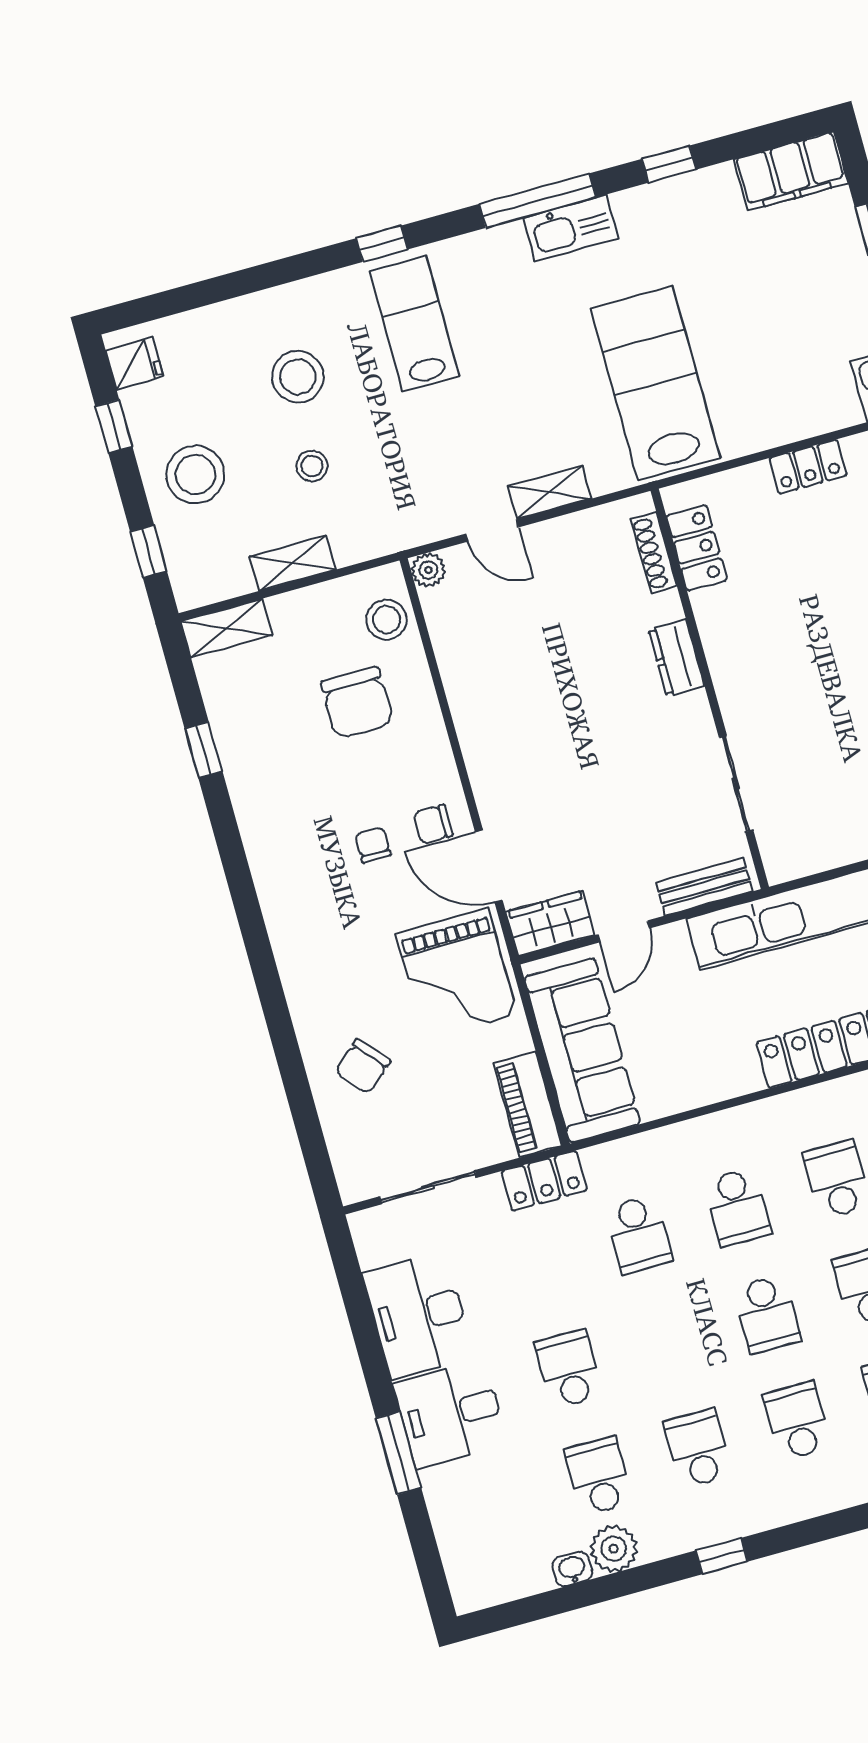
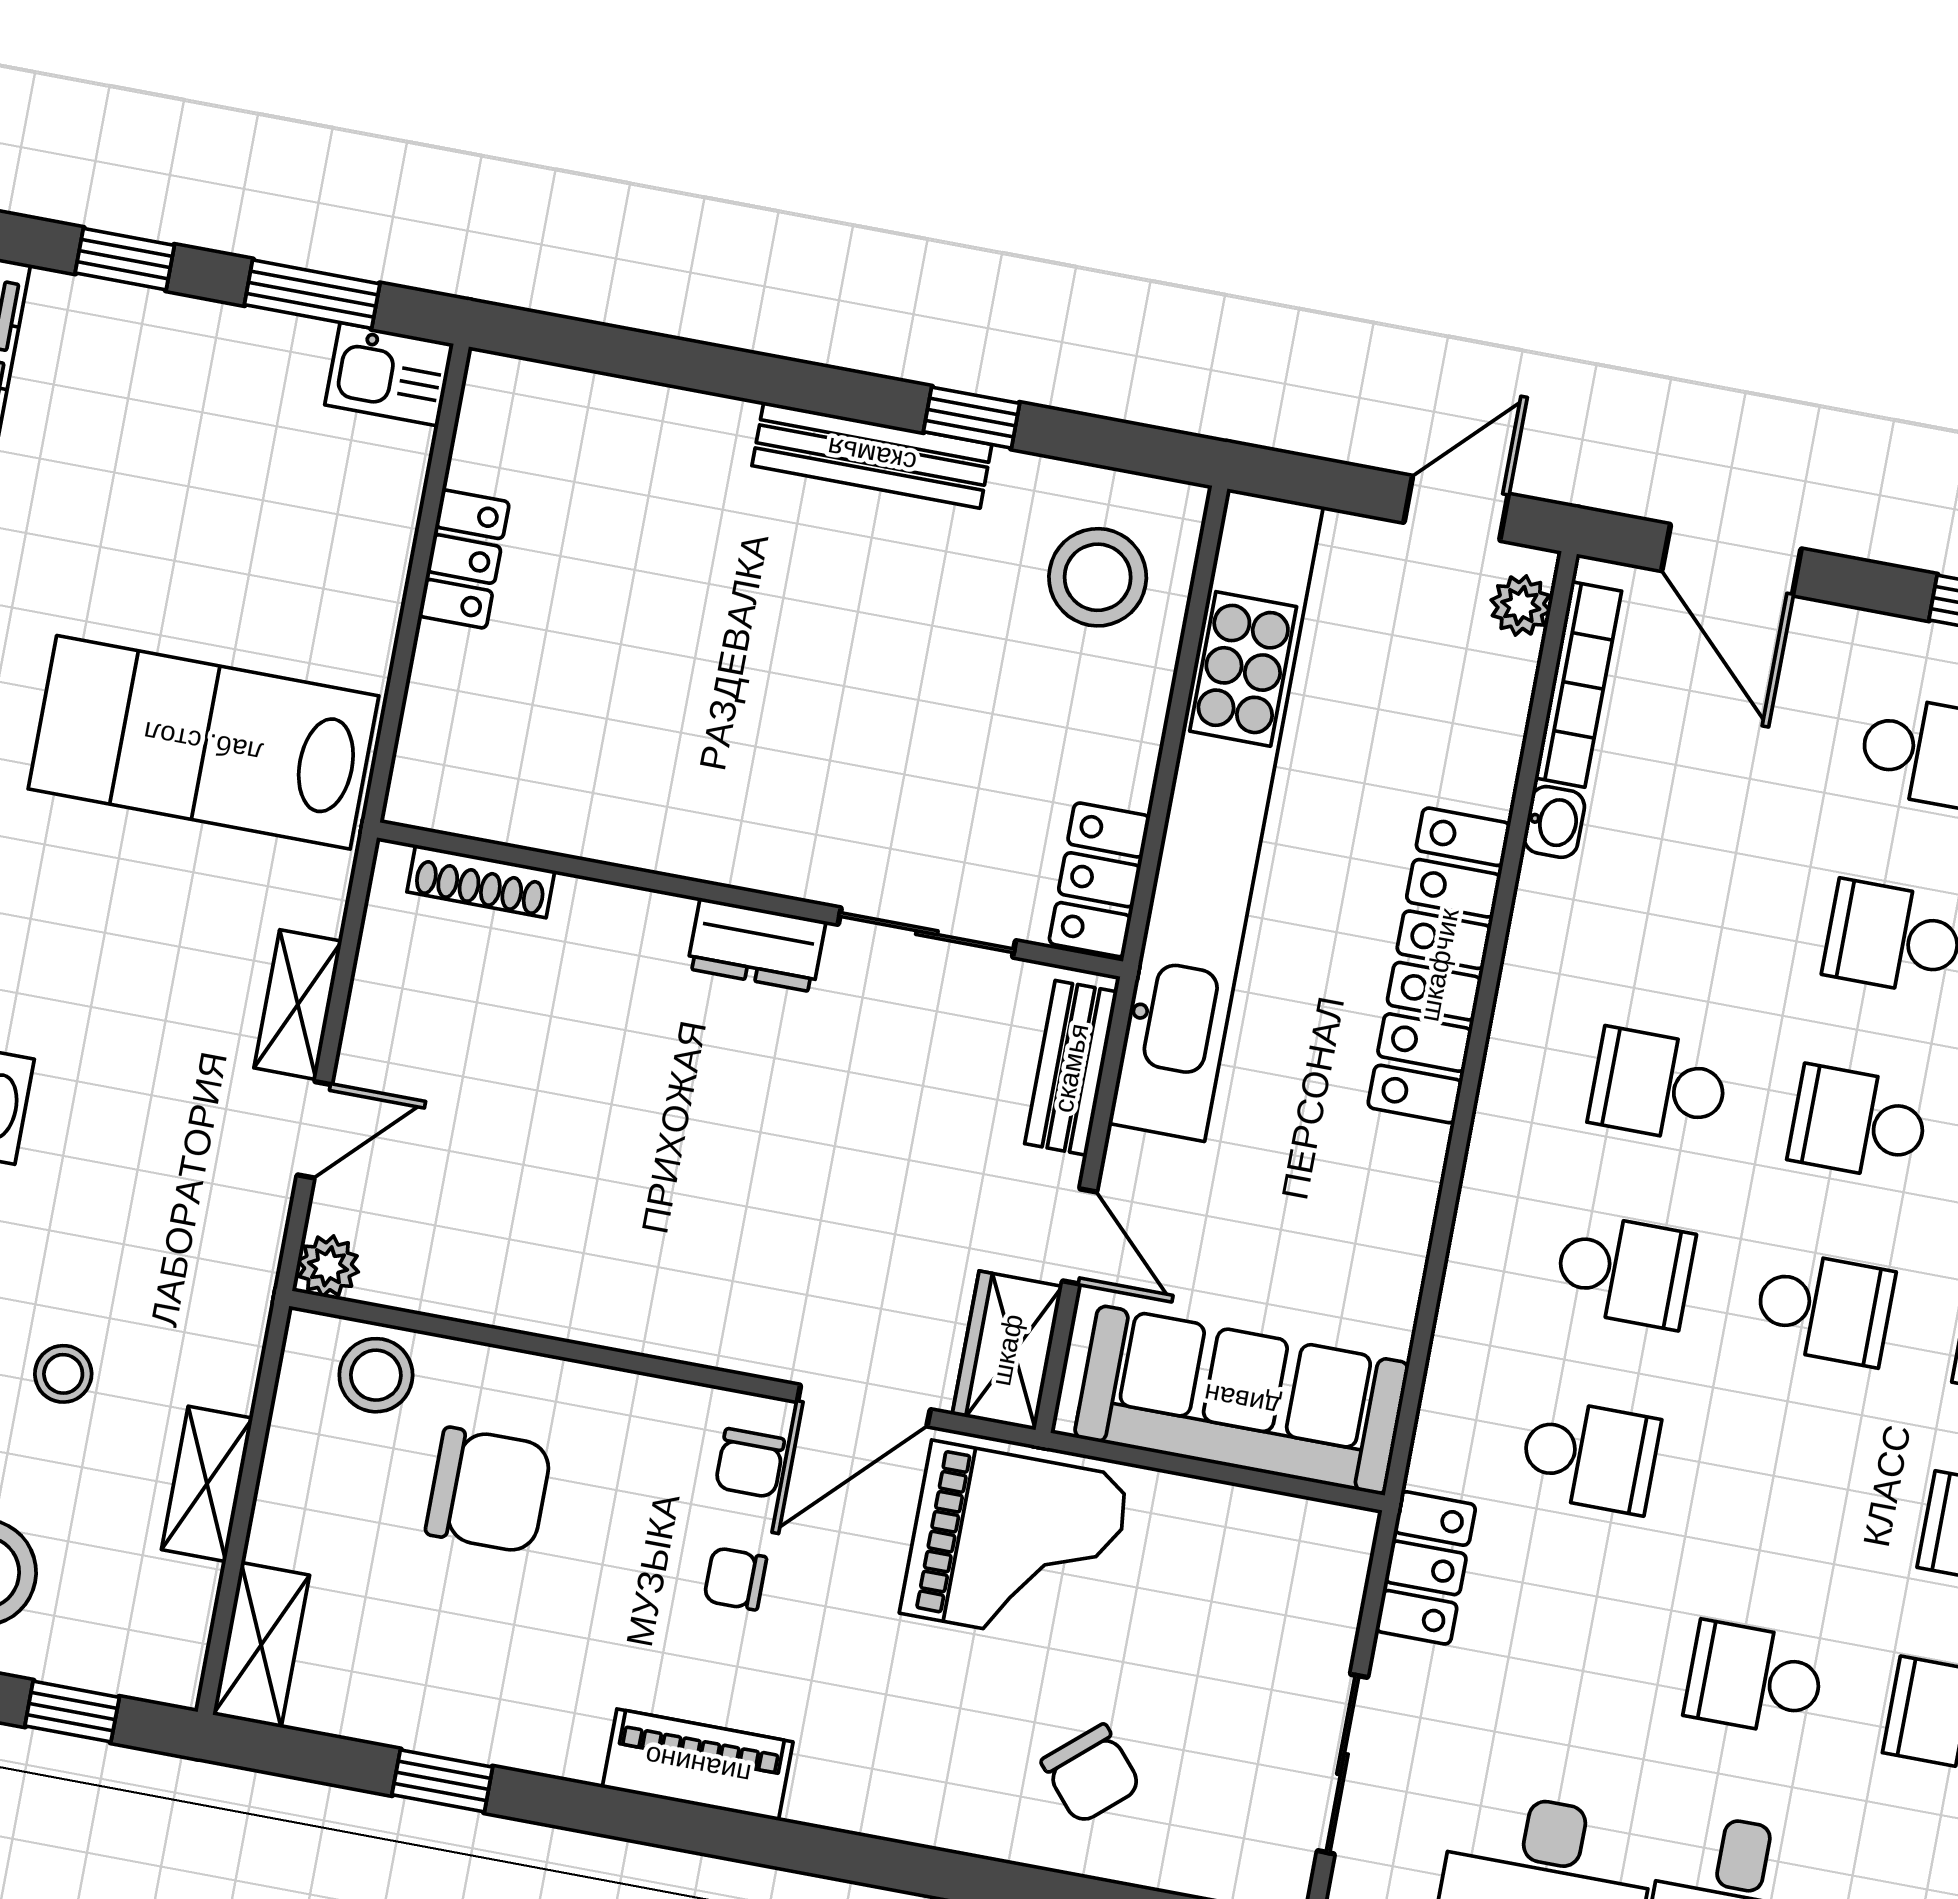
locker: (697, 548) -> (1099, 880), moved, turned -90
dresser: (676, 658) -> (756, 945), moved
piano: (528, 1104) -> (698, 1765), moved, turned 180

